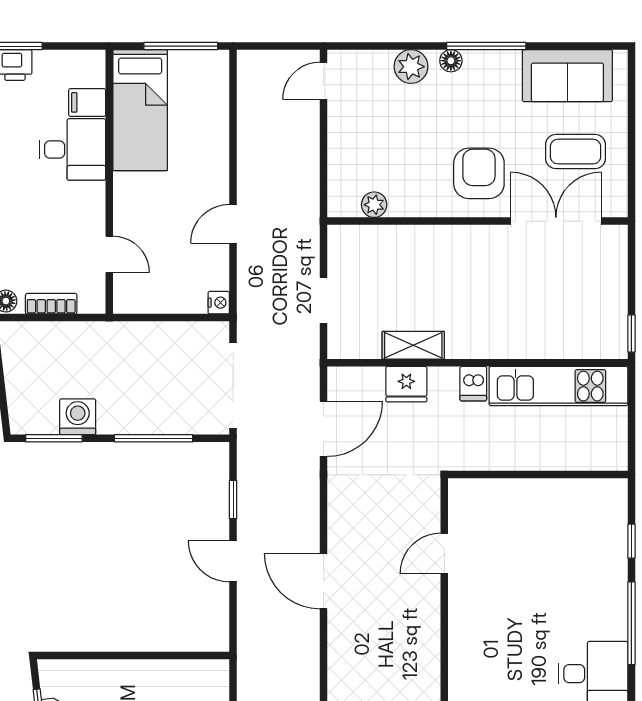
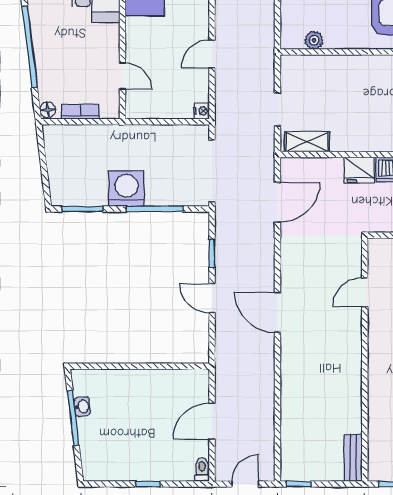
shelving: (413, 345) -> (307, 142), moved
fridge: (406, 384) -> (359, 170), moved
washing machine: (78, 417) -> (126, 189), moved, width x1.37, depth x1.37

